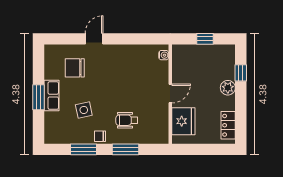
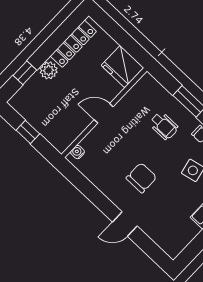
chair: (75, 68) -> (141, 178), moved, turned -90
fridge: (183, 121) -> (123, 67), moved, turned -90
locker: (228, 125) -> (73, 44), width x1.53

